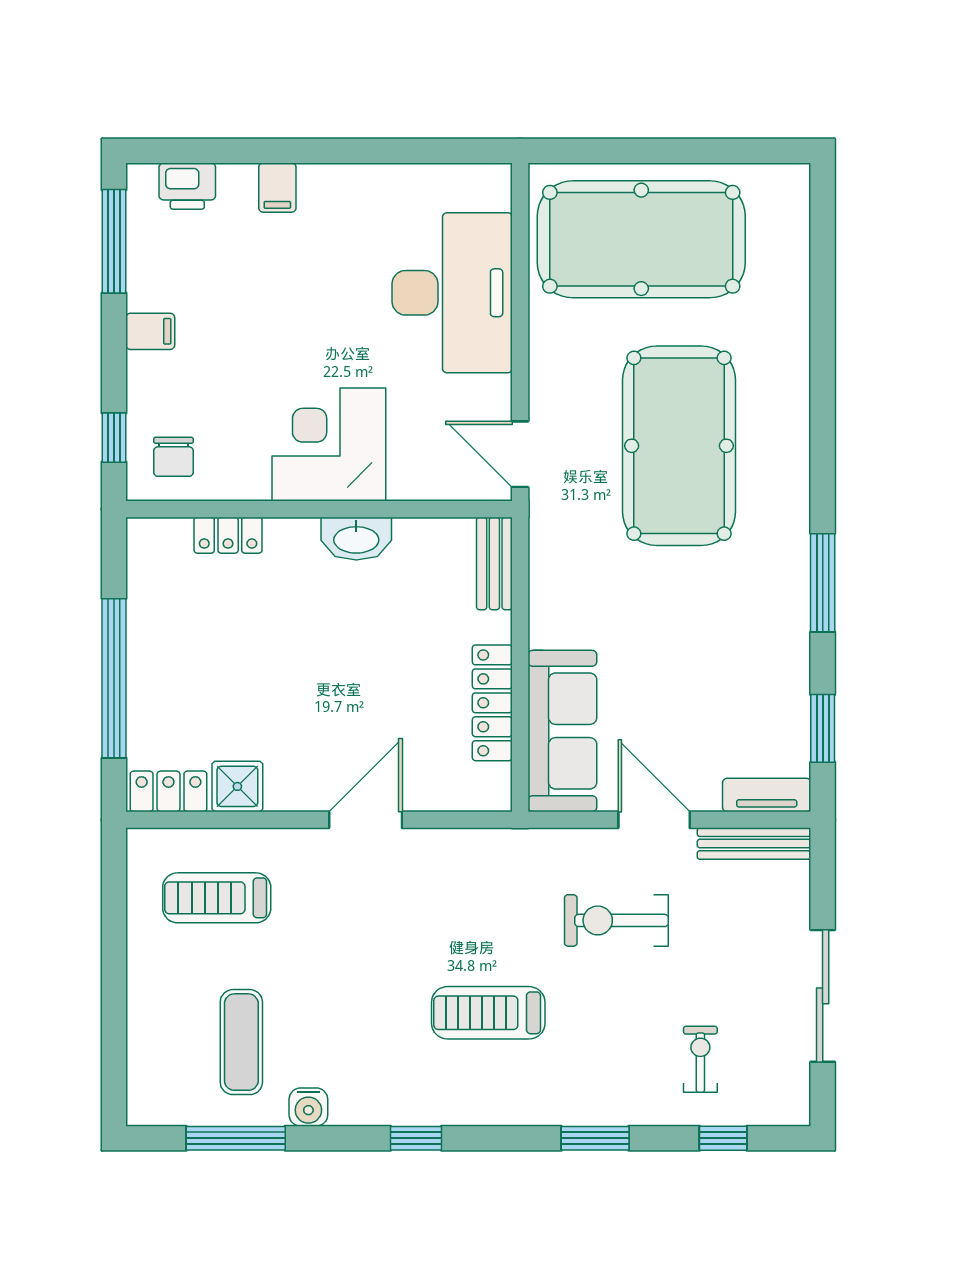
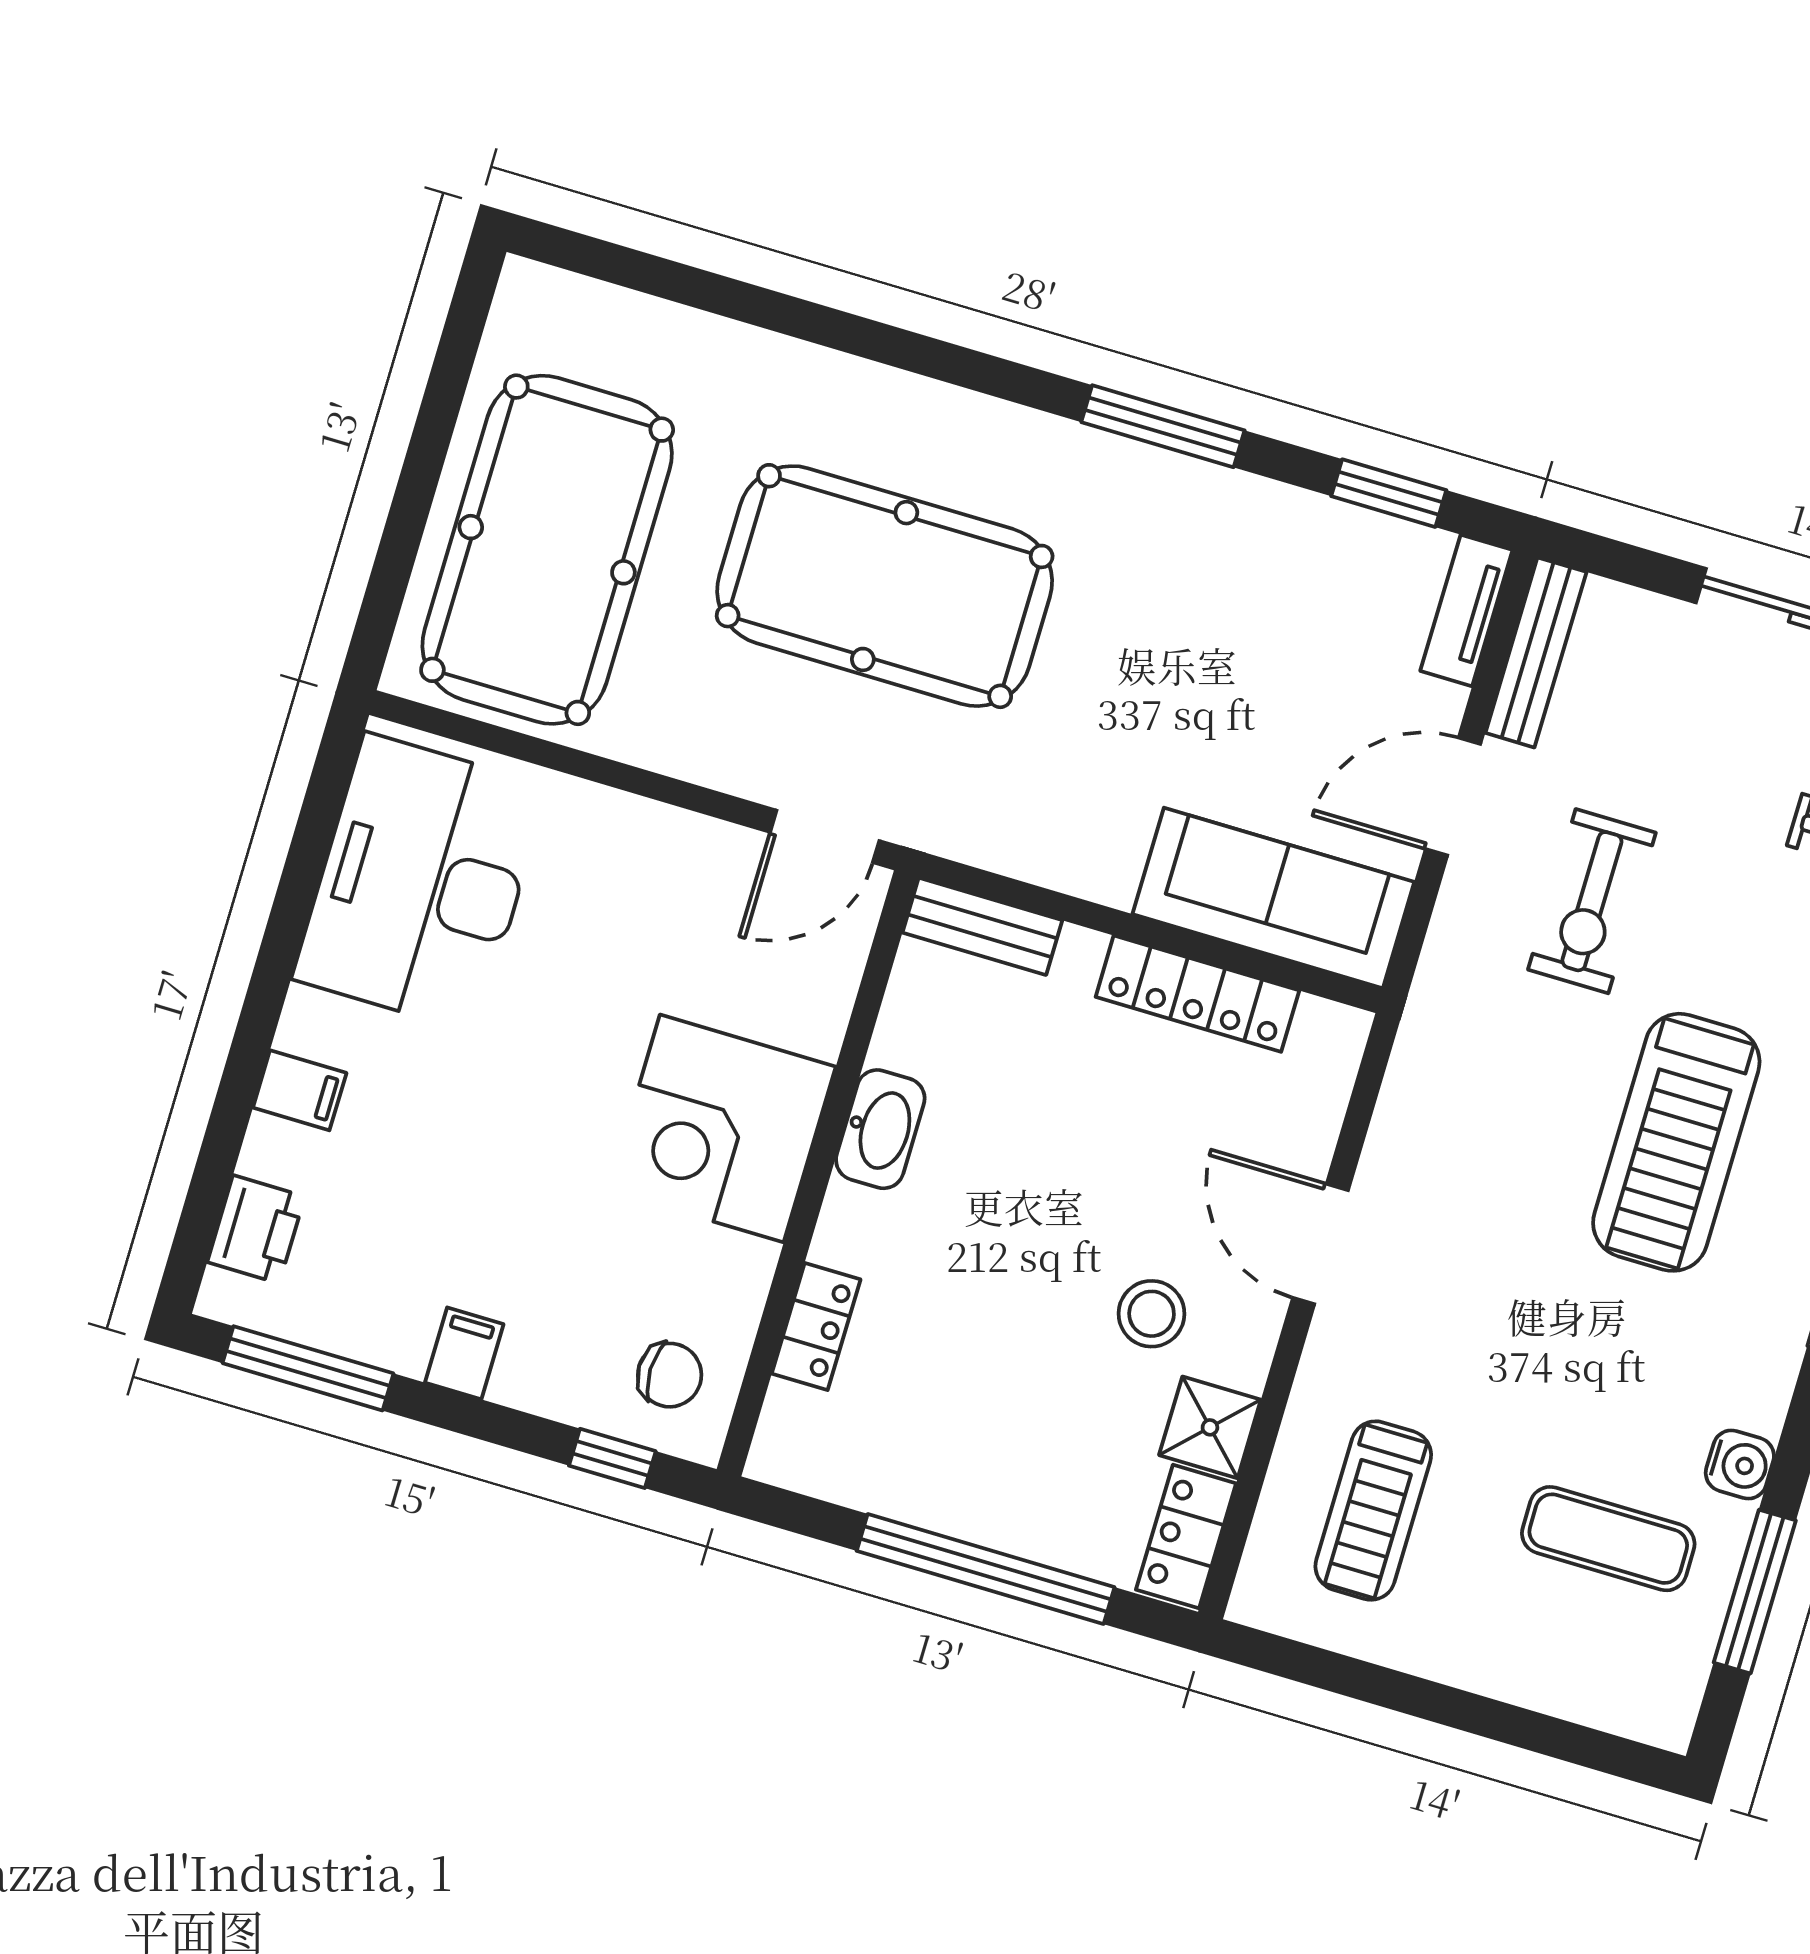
desk: (452, 293) -> (421, 883), moved, turned -90
stool: (294, 732) -> (1152, 1314), added
treadmill: (488, 1013) -> (1676, 1142), width x1.37, depth x1.38

